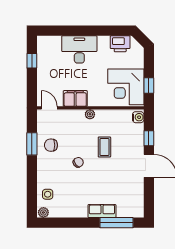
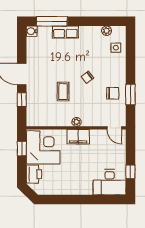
printer: (120, 44) -> (34, 174), moved, turned 90
desk: (79, 49) -> (110, 182), moved
filing cabinet: (75, 98) -> (78, 137), moved
water cooler: (138, 117) -> (32, 31), moved
plant: (43, 212) -> (106, 31), moved

